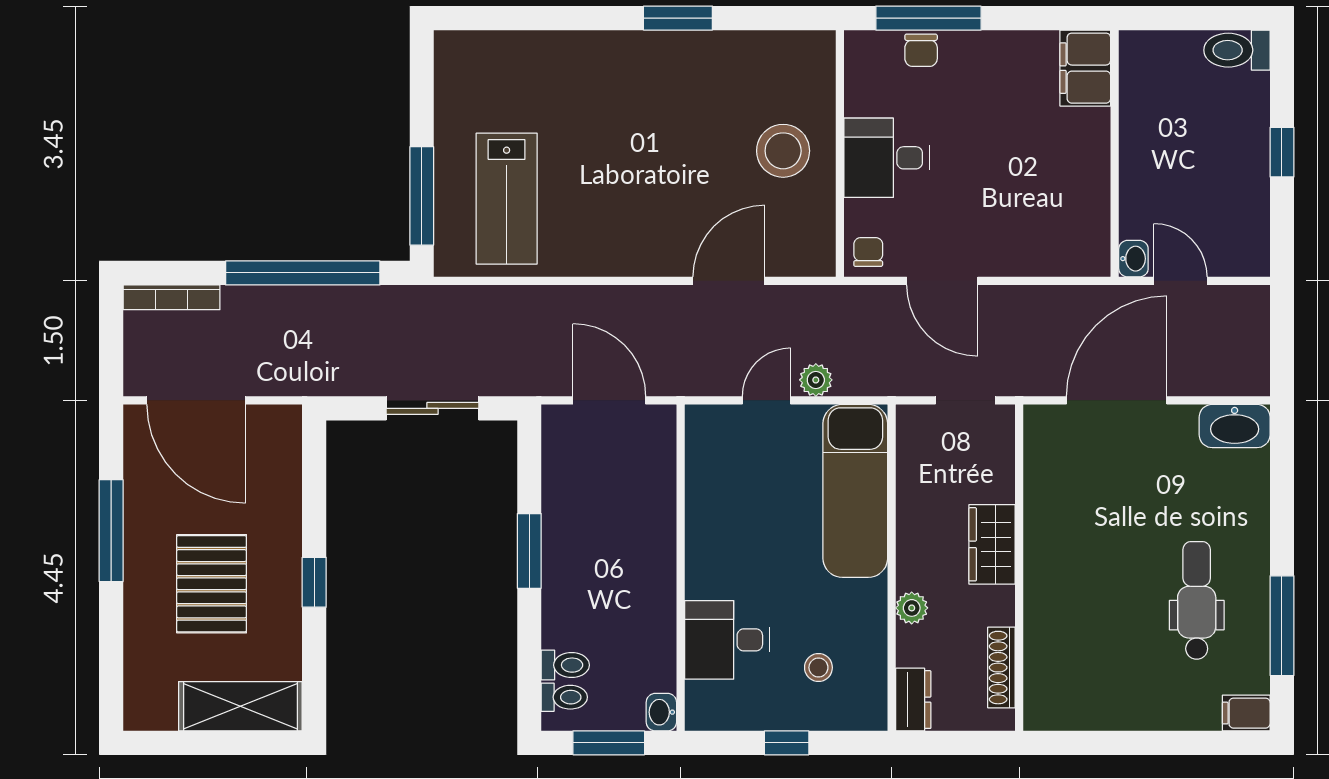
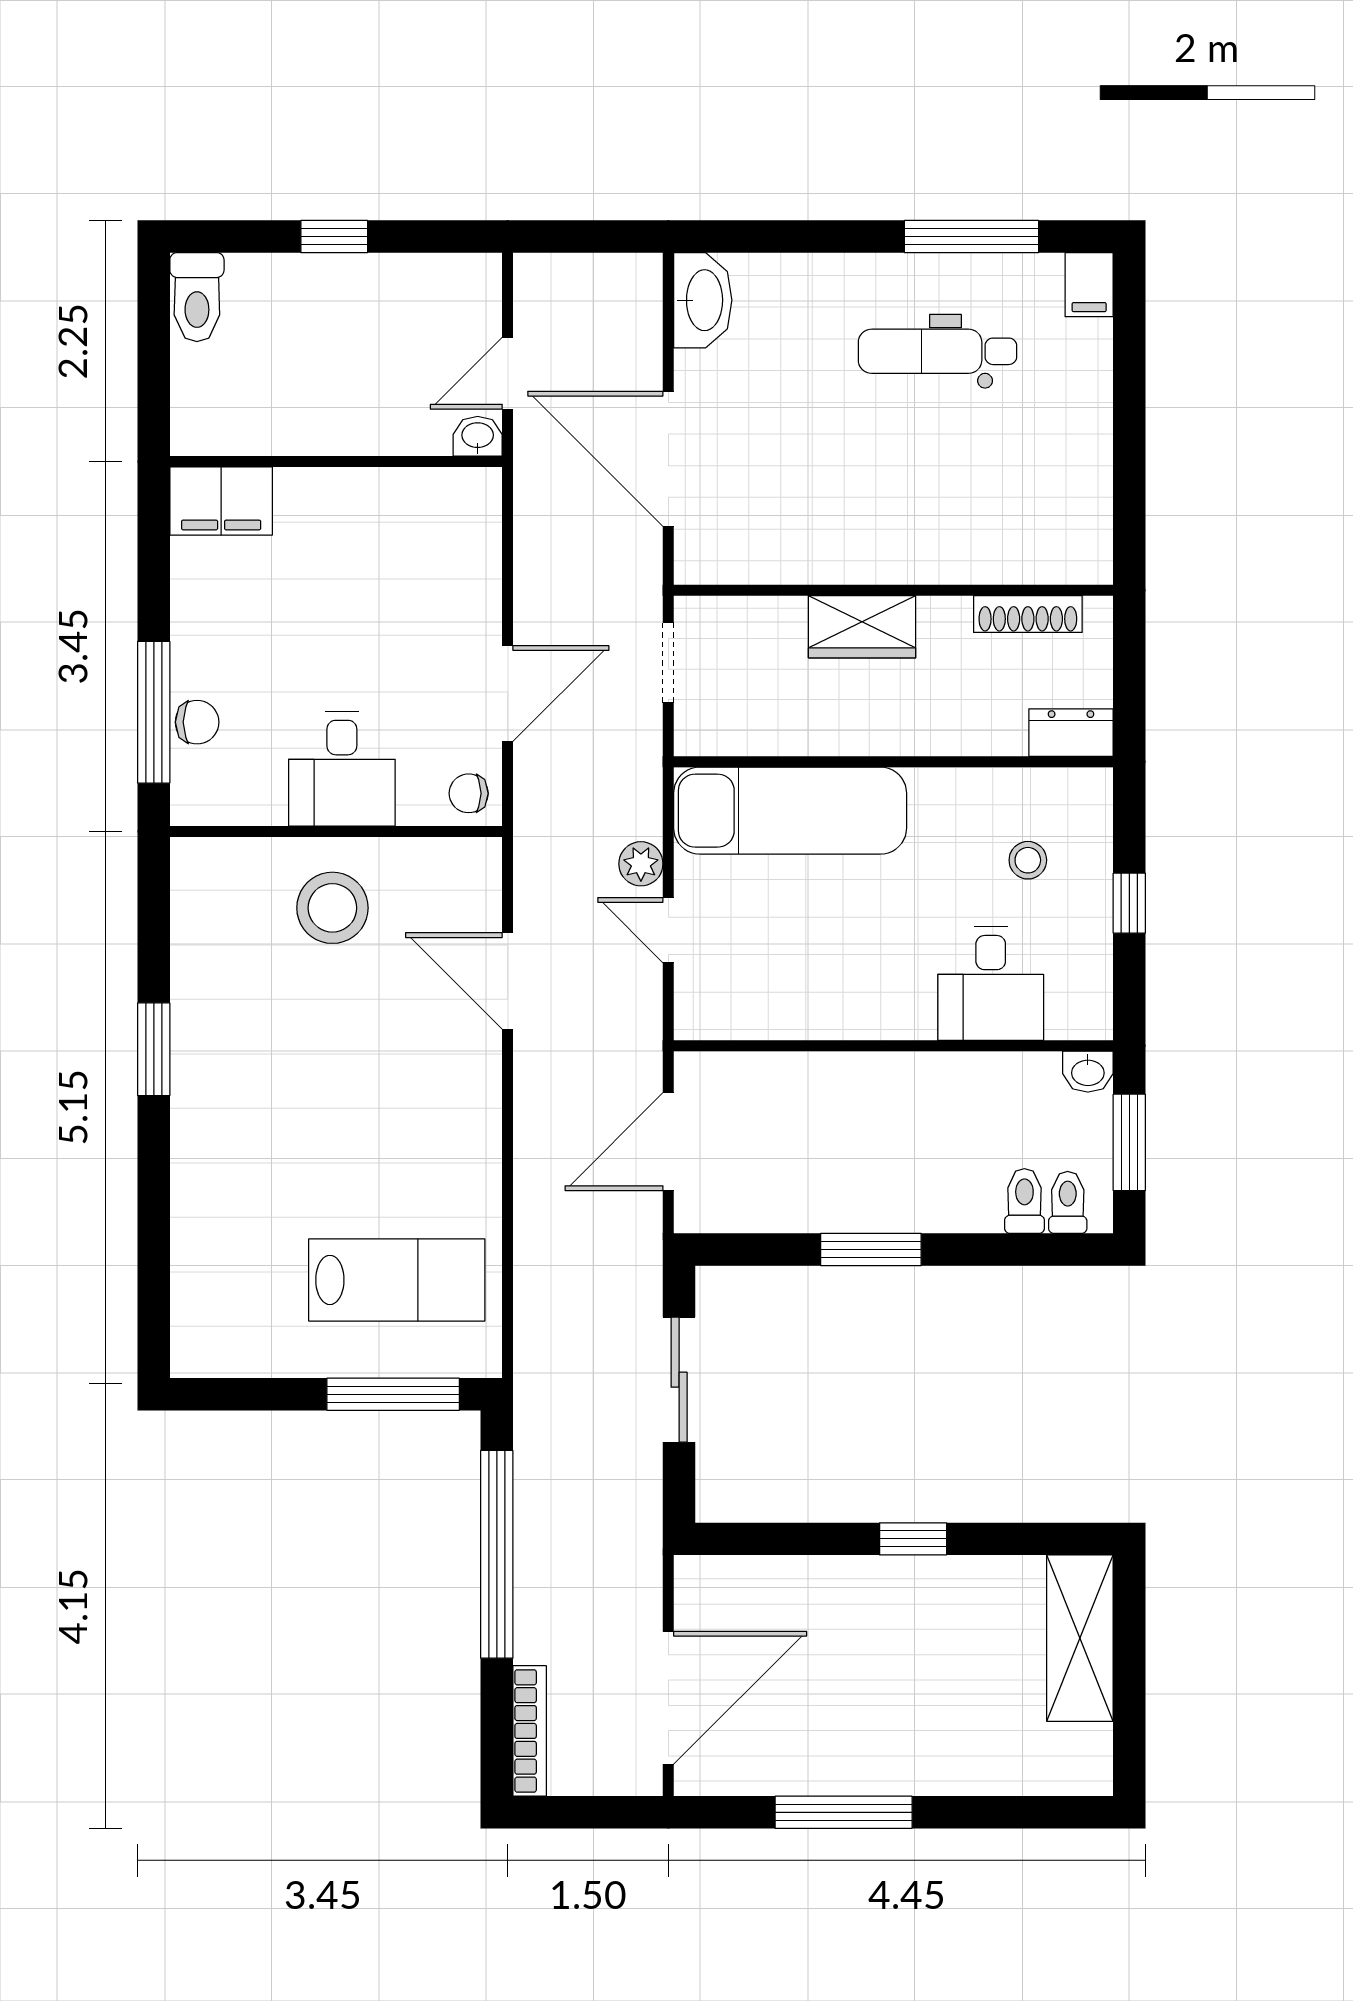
pallet: (212, 584) -> (915, 1677), removed
plant: (912, 608) -> (948, 735), removed

